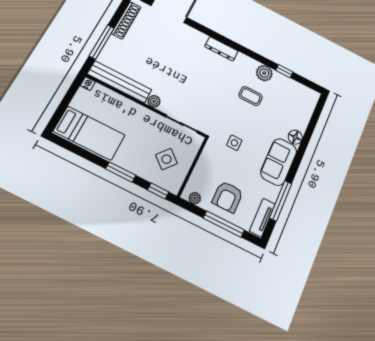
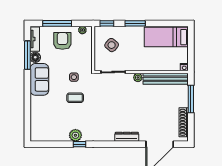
dresser: (221, 49) -> (127, 137), moved
window: (284, 71) -> (80, 144), moved
coffee table: (250, 96) -> (75, 98), moved
floor lamp: (295, 137) -> (35, 57), moved

